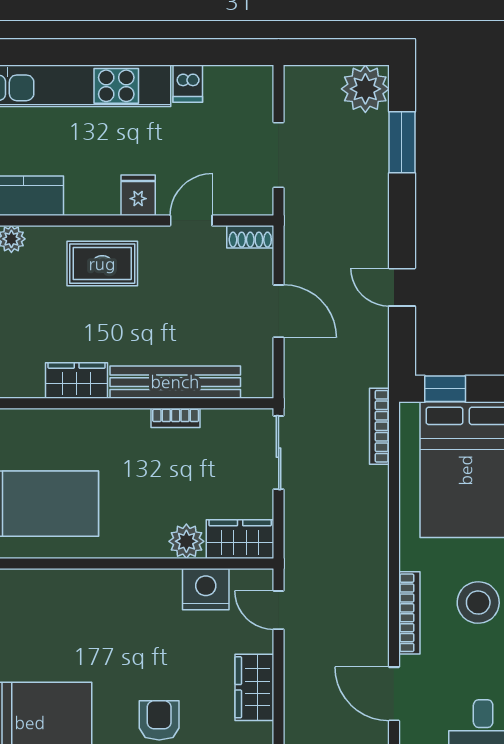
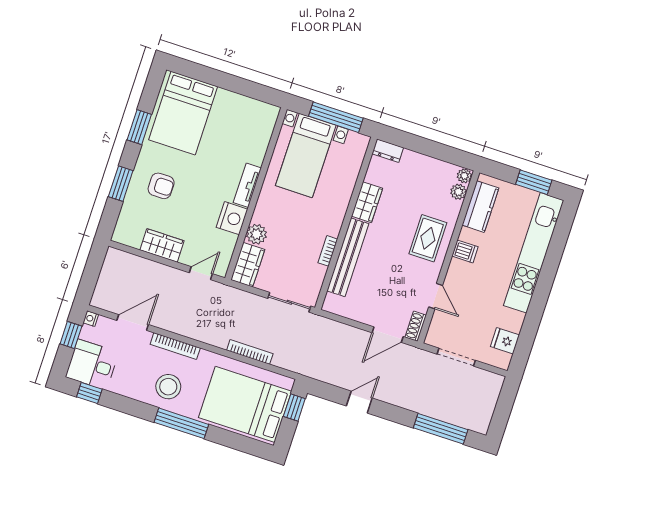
dishwasher: (188, 84) -> (465, 251), moved, turned 180
plant: (365, 89) -> (477, 418), removed
window: (402, 142) -> (441, 429), width x1.44
fridge: (138, 195) -> (505, 341), moved, turned 180
door: (279, 311) -> (388, 335), moved
bookcase: (379, 426) -> (250, 352), moved
tv unit: (112, 582) -> (247, 185), added
nightstand: (206, 589) -> (232, 218), moved

